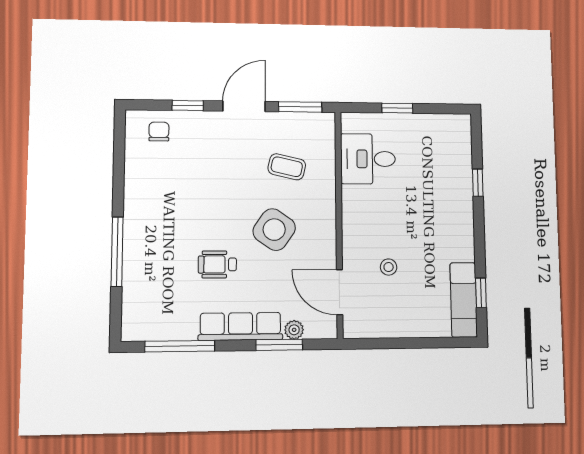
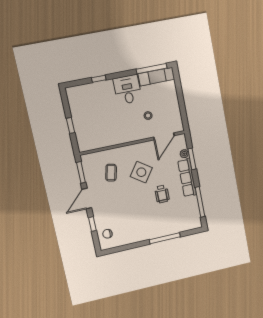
door: (244, 106) -> (87, 199), hinge flipped
desk: (368, 159) -> (128, 90), moved, turned 180
window: (481, 293) -> (152, 69), width x2.17

